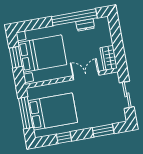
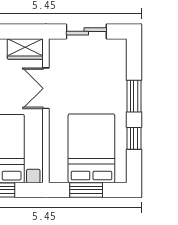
window: (26, 113) -> (86, 190), width x0.69
window: (103, 131) -> (134, 96), moved

